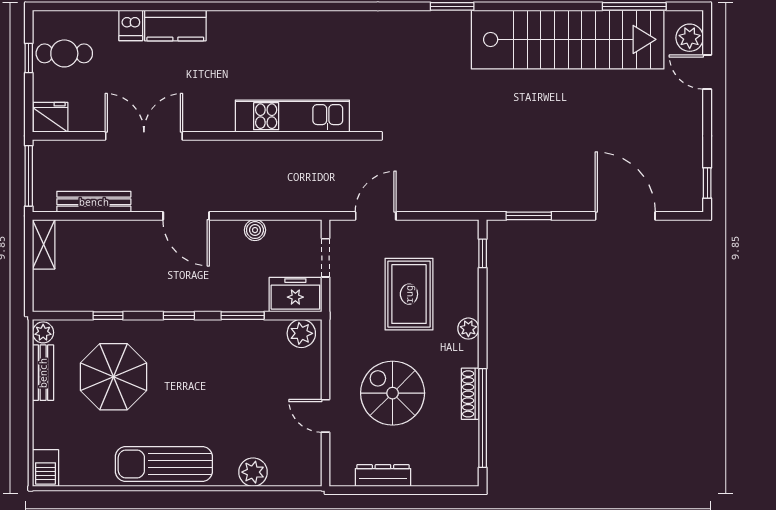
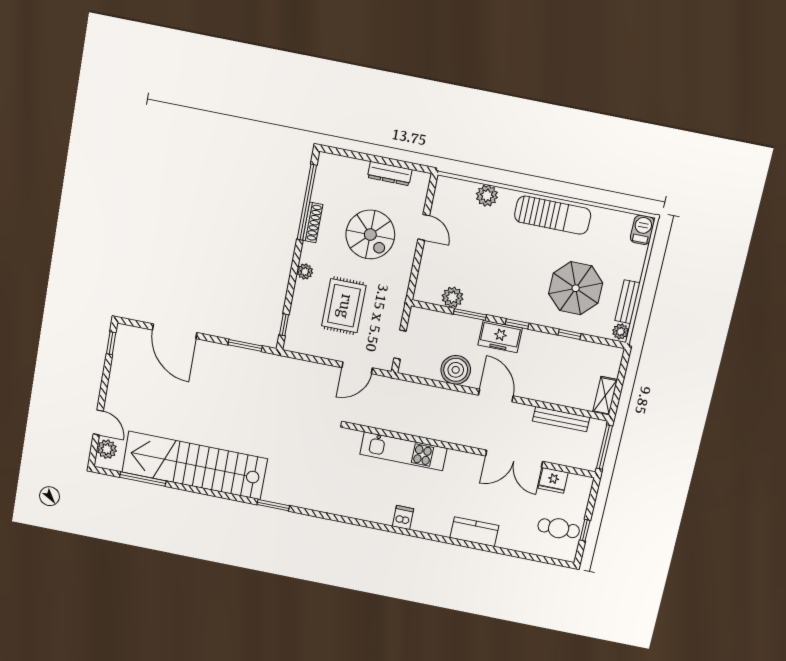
dishwasher: (131, 25) -> (403, 518), moved
fridge: (51, 117) -> (553, 480), moved
boiler: (255, 230) -> (456, 370), width x1.86, depth x1.86
freezer: (295, 295) -> (500, 336), moved
plant: (301, 333) -> (453, 297), moved

